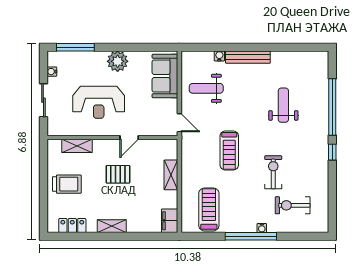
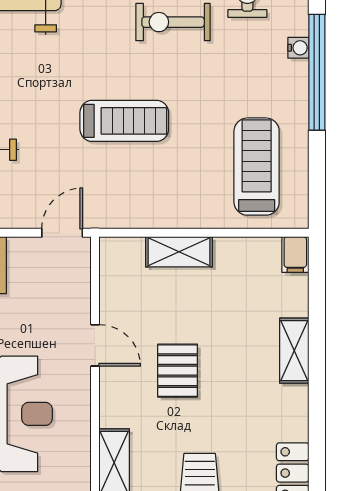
treadmill: (209, 209) -> (257, 167), turned 90
filing cabinet: (170, 221) -> (295, 255), width x0.50
shelving: (112, 226) -> (294, 351), moved

